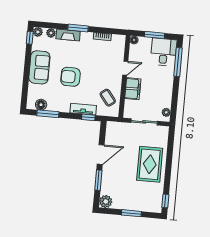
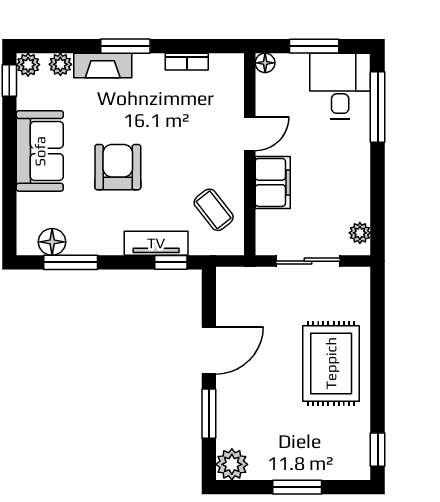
armchair: (70, 77) -> (118, 167), turned 90

